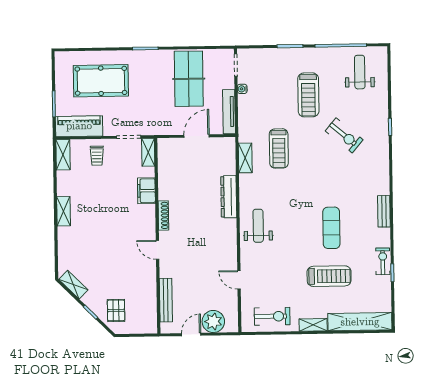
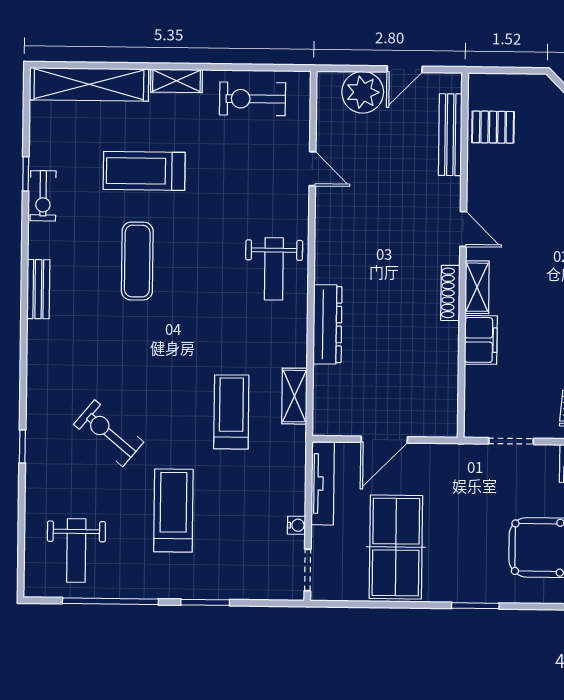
shelving: (148, 152) -> (477, 287), moved
pallet: (116, 310) -> (493, 127), moved, turned 90

